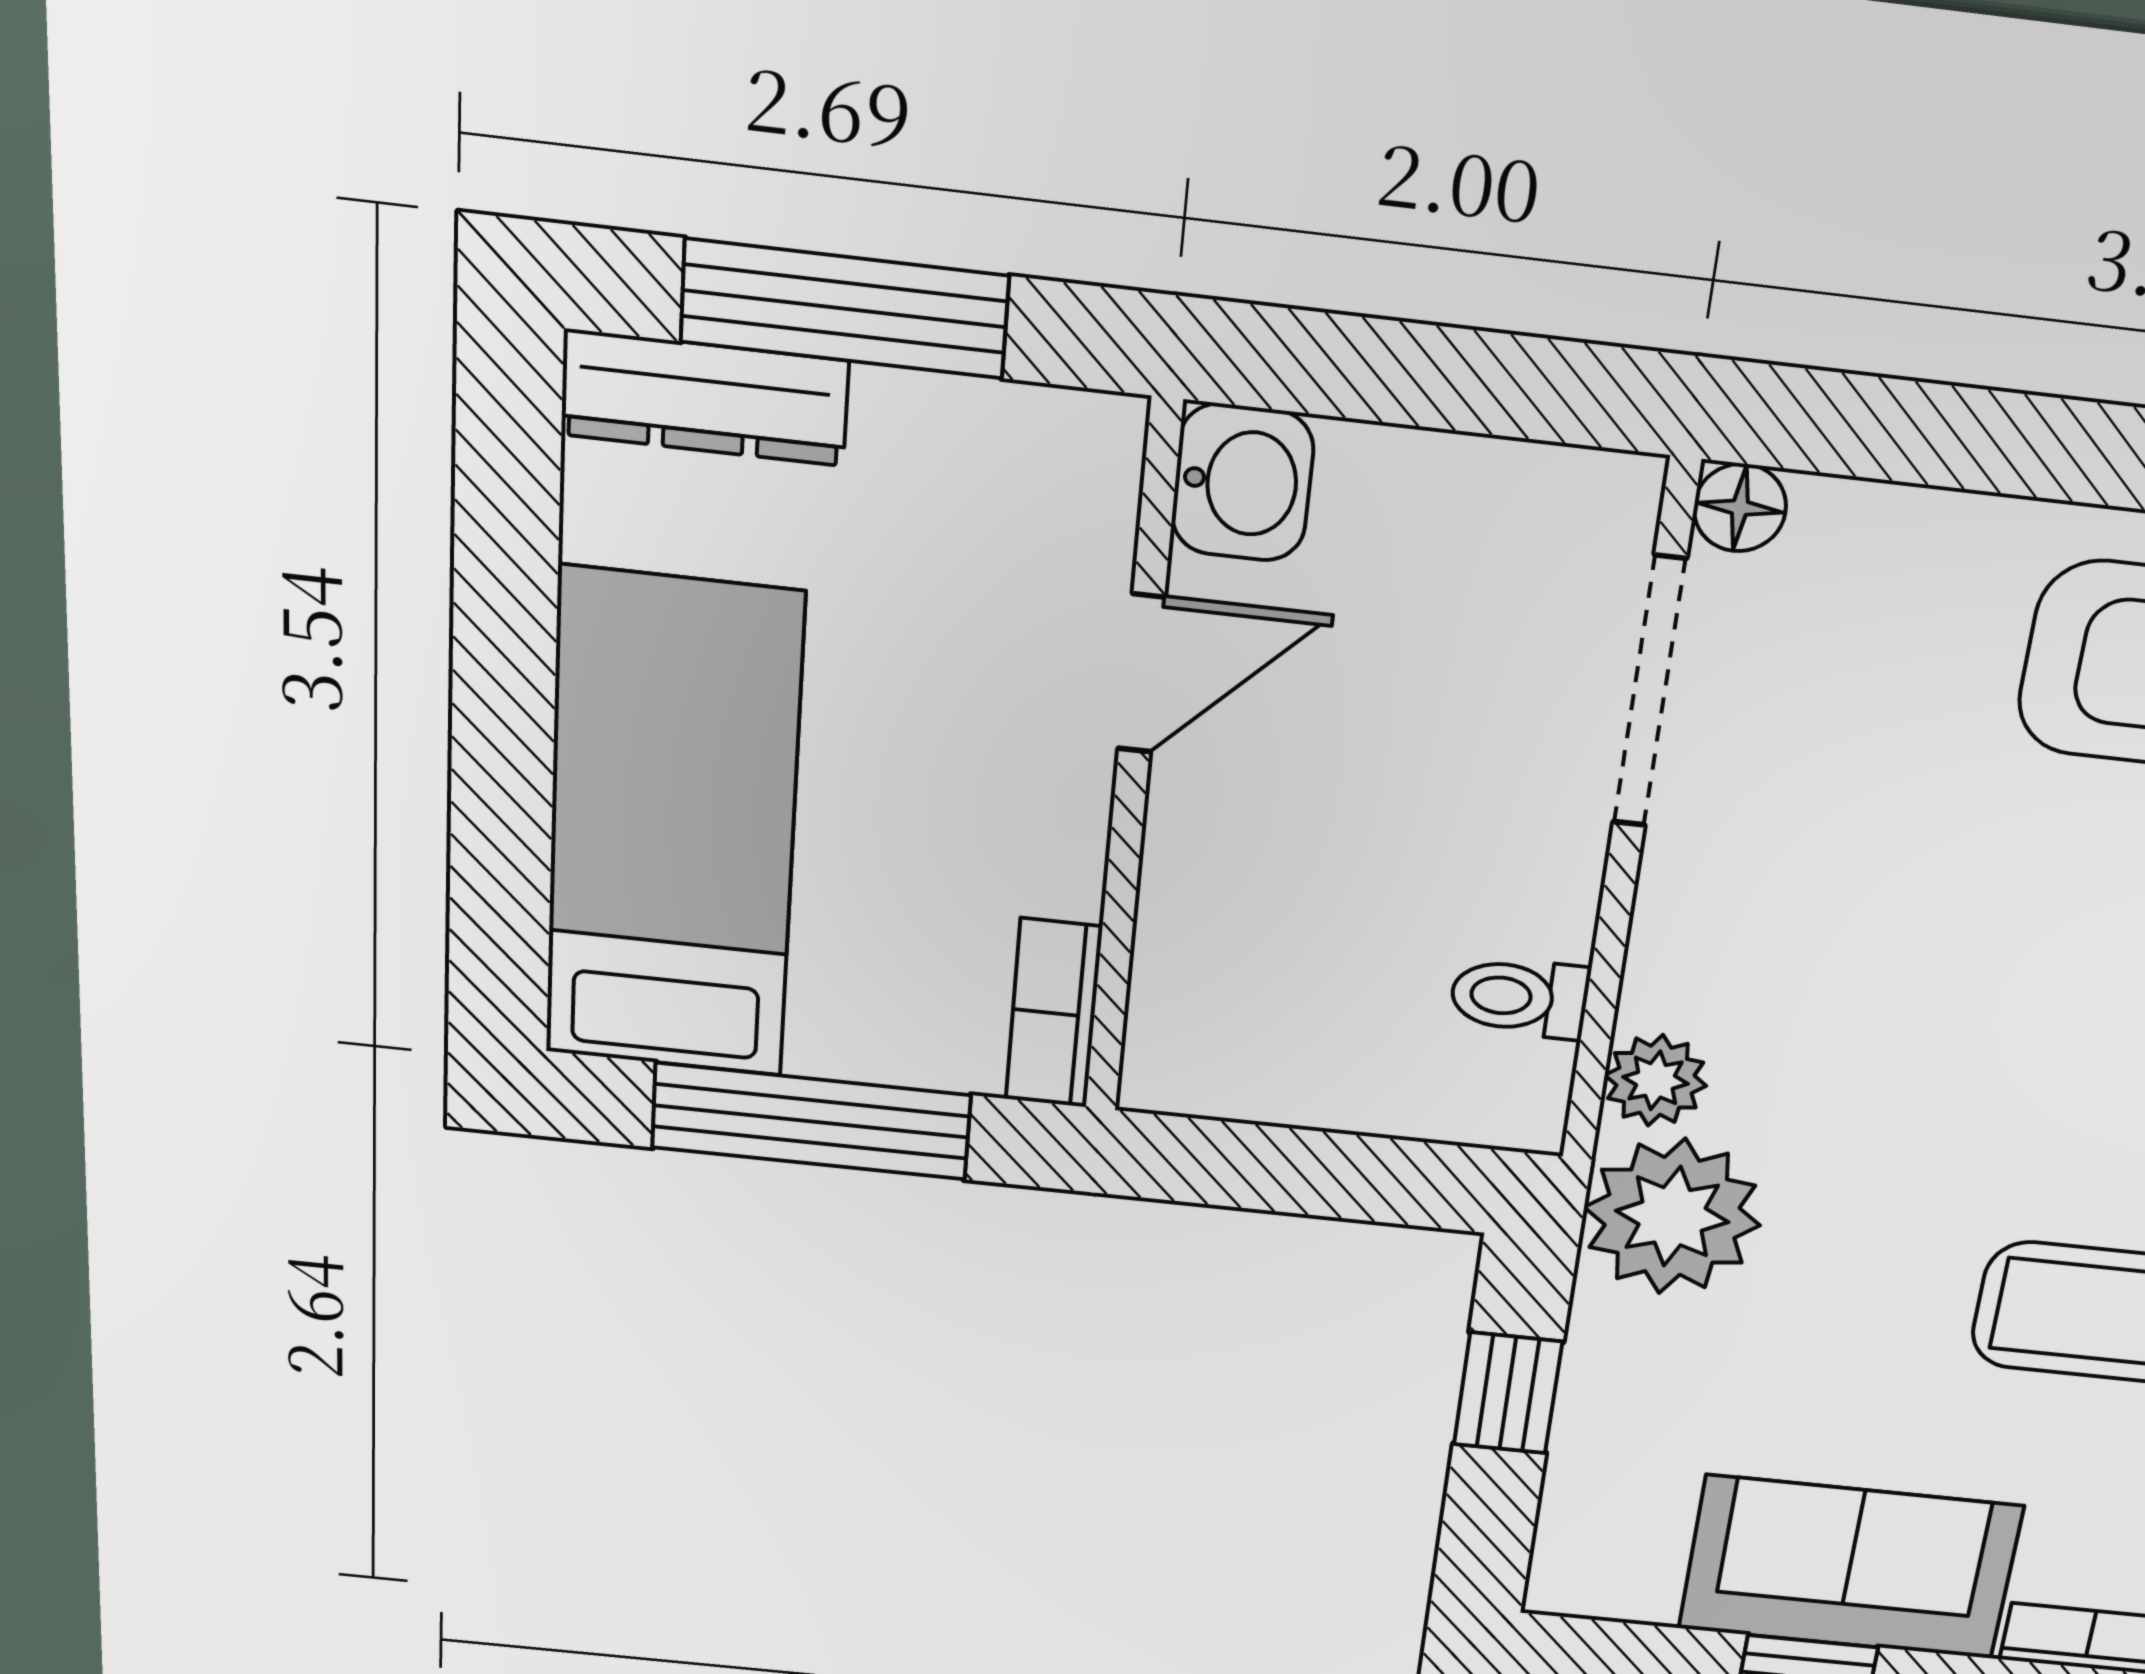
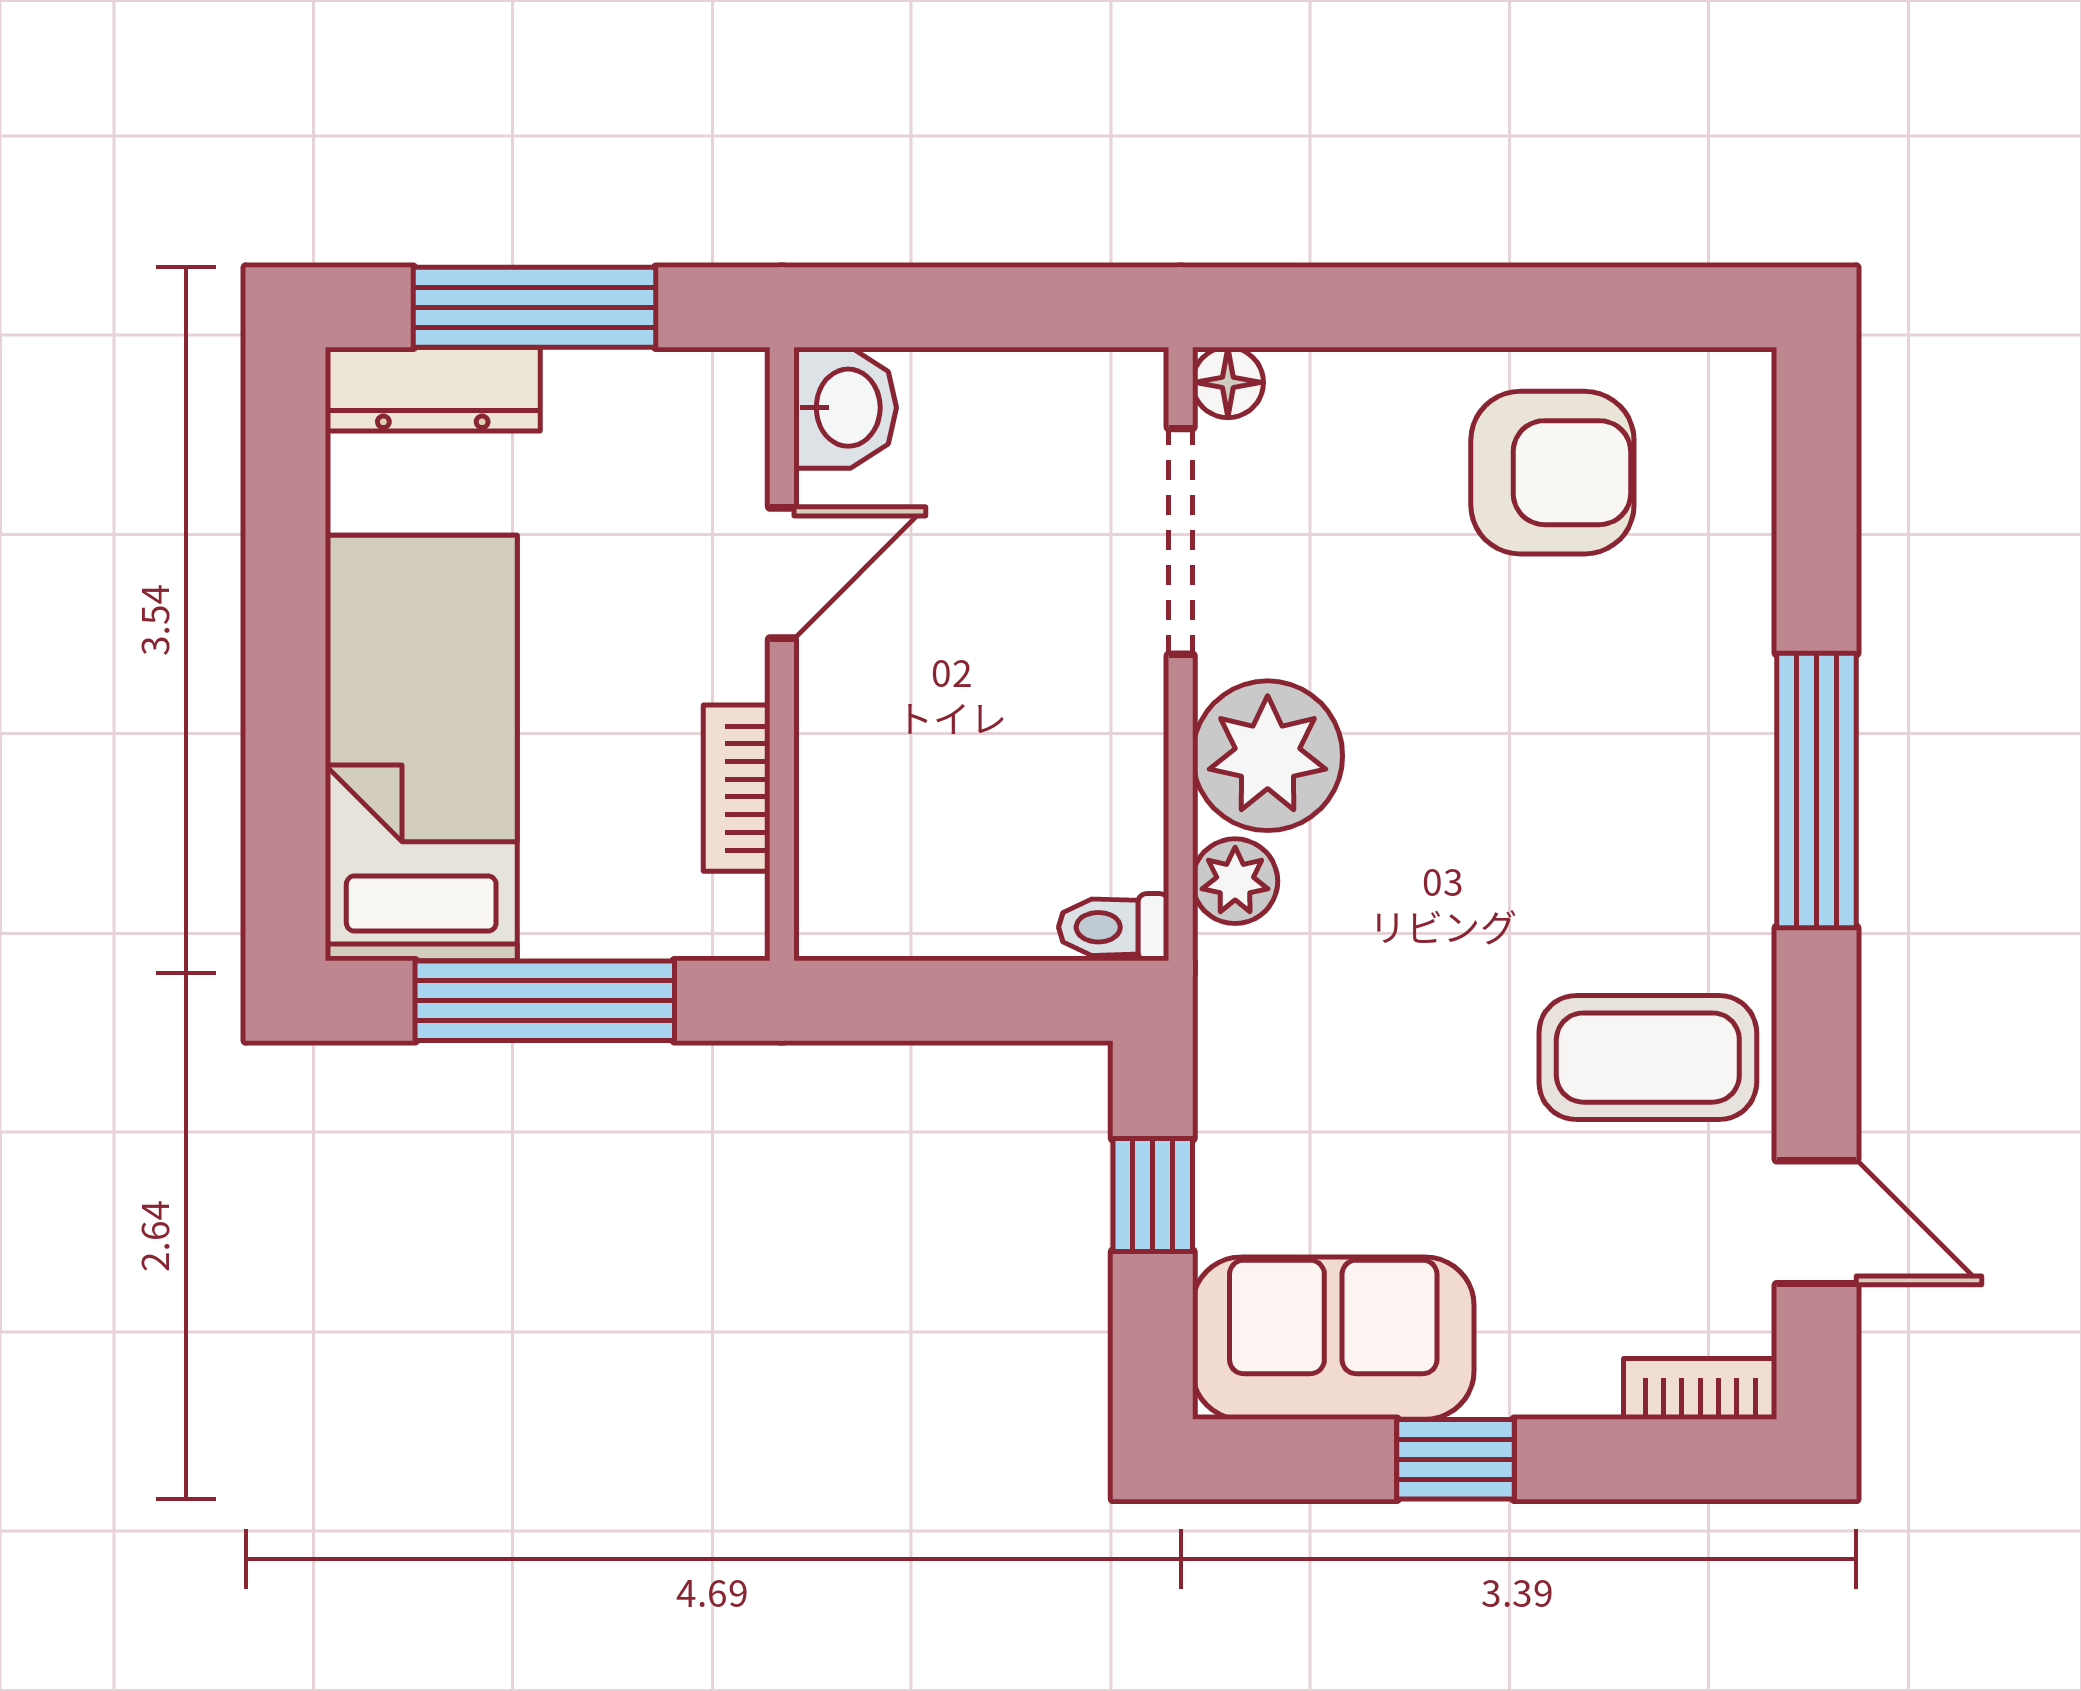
toilet: (1520, 997) -> (1114, 927), moved
bookcase: (1054, 1013) -> (737, 788), moved
plant: (1672, 1216) -> (1268, 756), moved
sofa: (1850, 1567) -> (1333, 1338), moved

